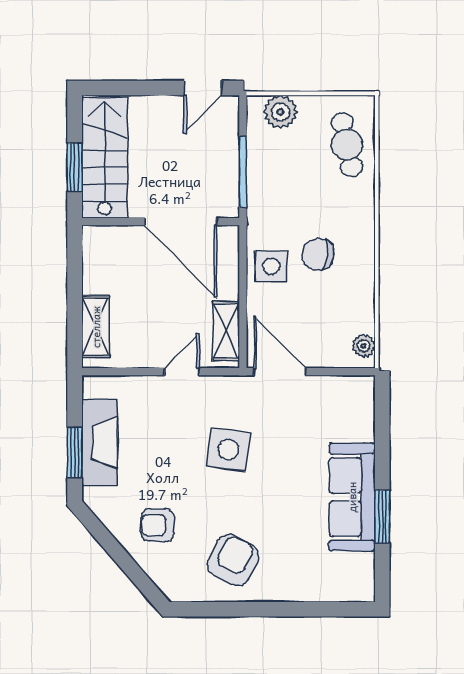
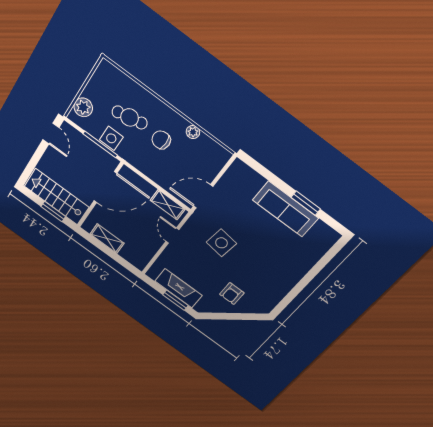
cafe table: (347, 145) -> (130, 117), moved
chair: (318, 254) -> (161, 140), turned 83
side table: (271, 266) -> (111, 138), moved
shelving: (96, 327) -> (107, 239), moved
plant: (364, 346) -> (193, 132), moved
armchair: (233, 560) -> (272, 277), removed

